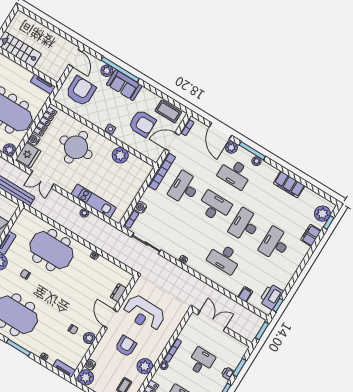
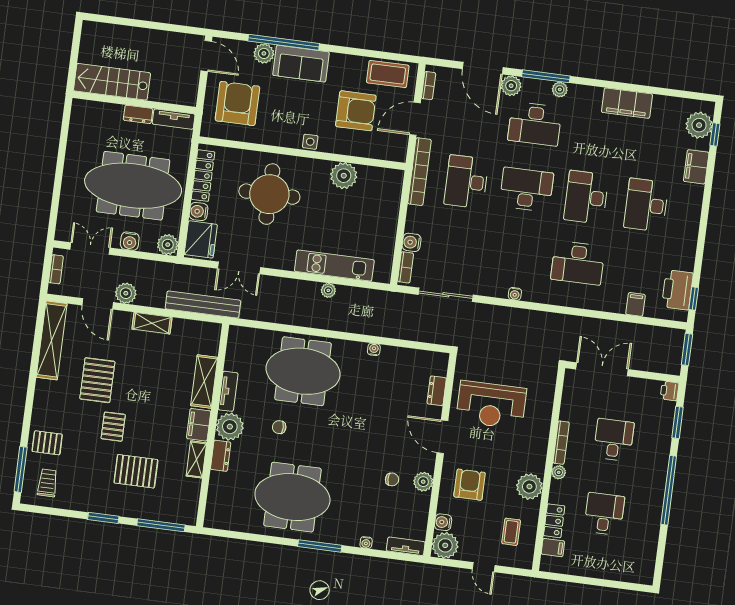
dresser: (25, 73) -> (138, 114), added
armchair: (126, 346) -> (470, 485), moved
printer: (228, 373) -> (670, 391), moved

